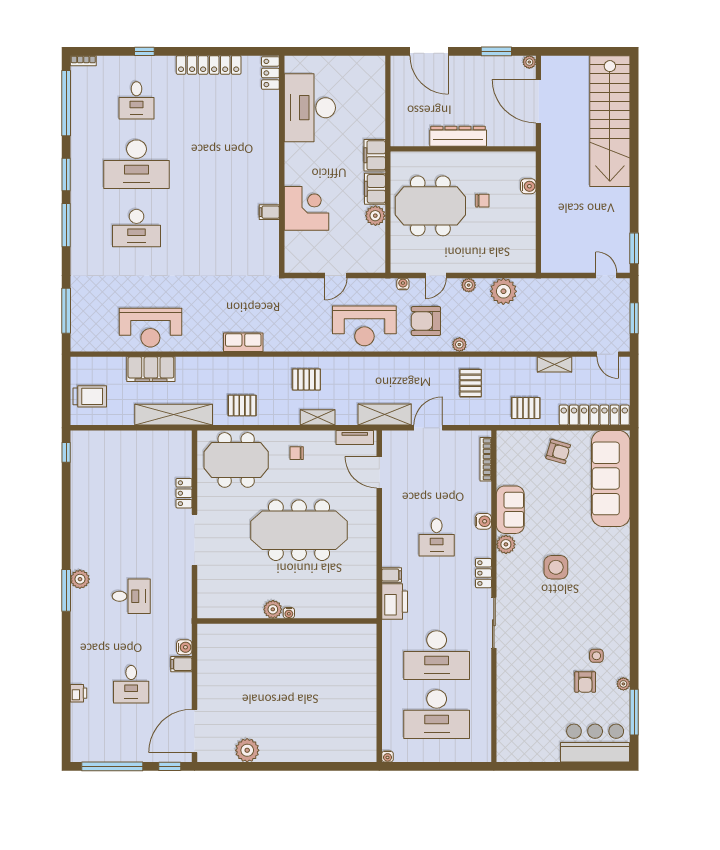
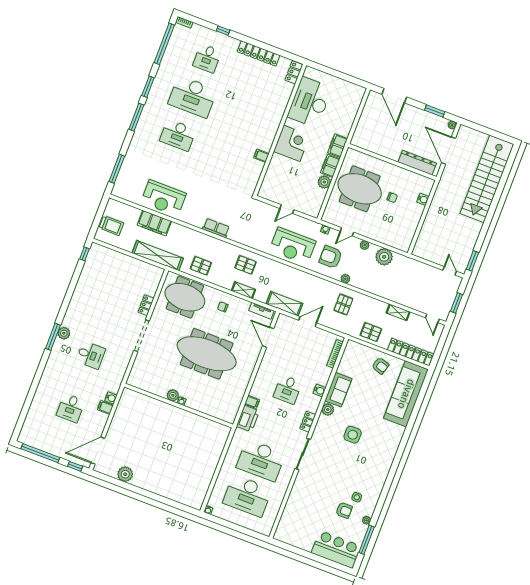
dresser: (458, 136) -> (417, 163), moved
corner desk: (306, 208) -> (292, 143), moved
armchair: (585, 682) -> (344, 510), turned -90
printer: (79, 693) -> (37, 401), removed

